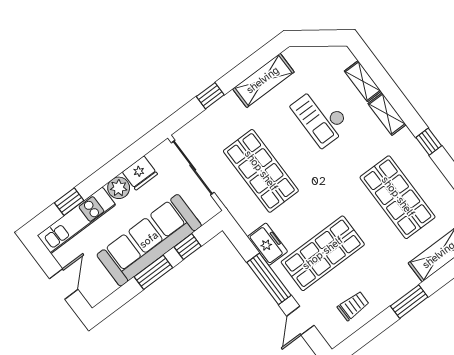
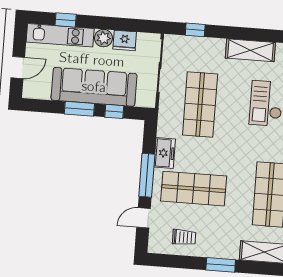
window: (210, 96) -> (195, 30), moved

